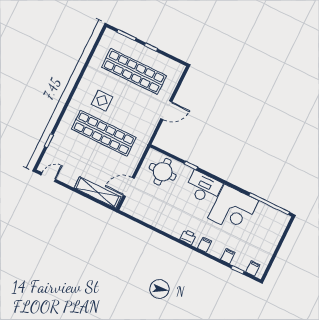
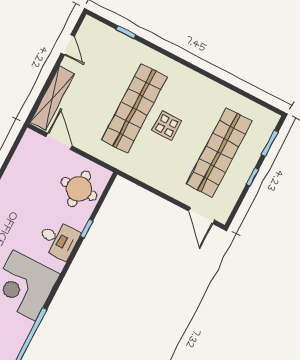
display table: (102, 101) -> (167, 126), moved
door: (166, 110) -> (202, 216), moved
door: (48, 177) -> (68, 45), moved
desk: (203, 188) -> (58, 240), width x0.73

